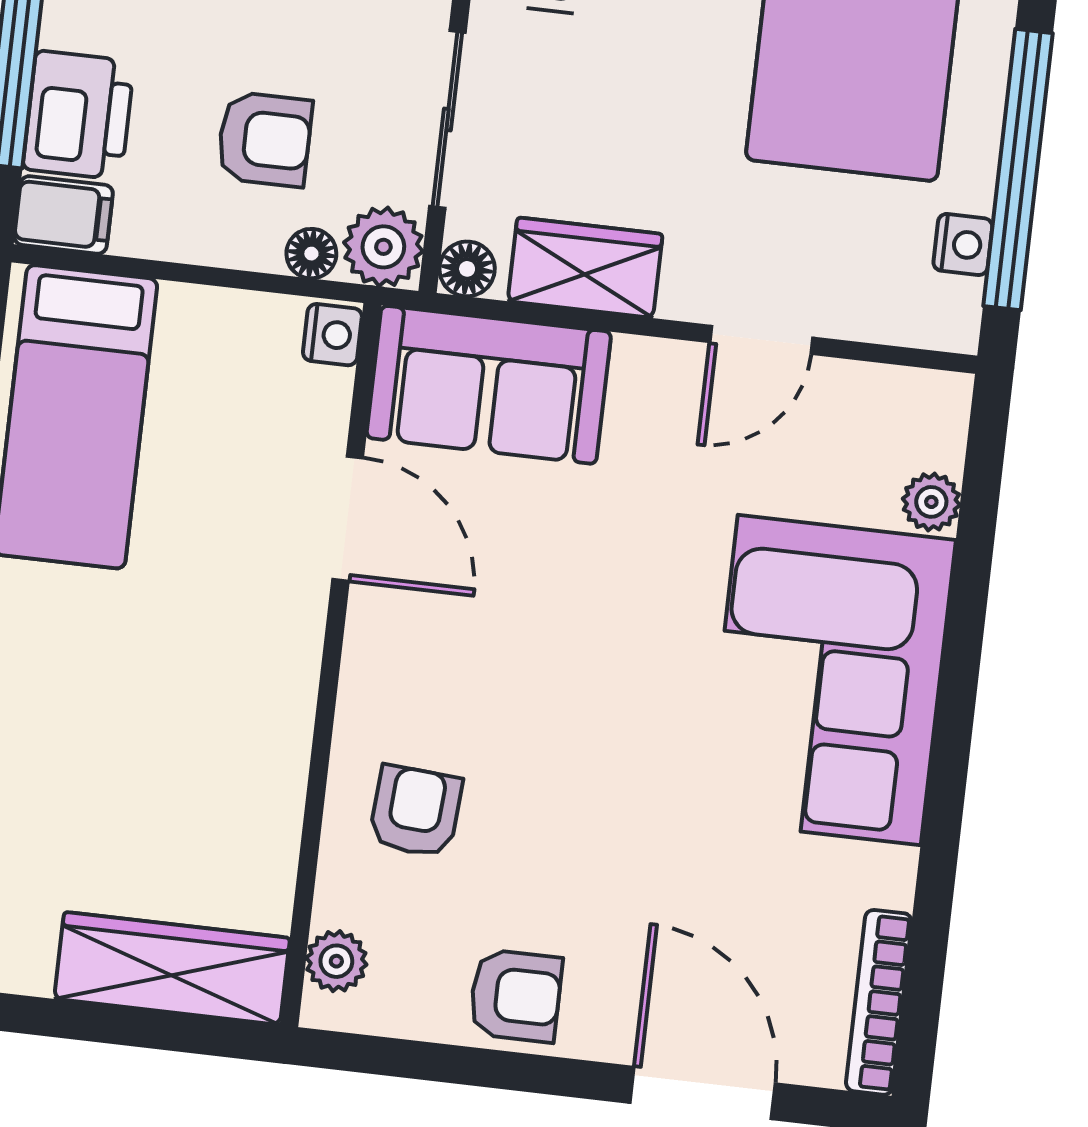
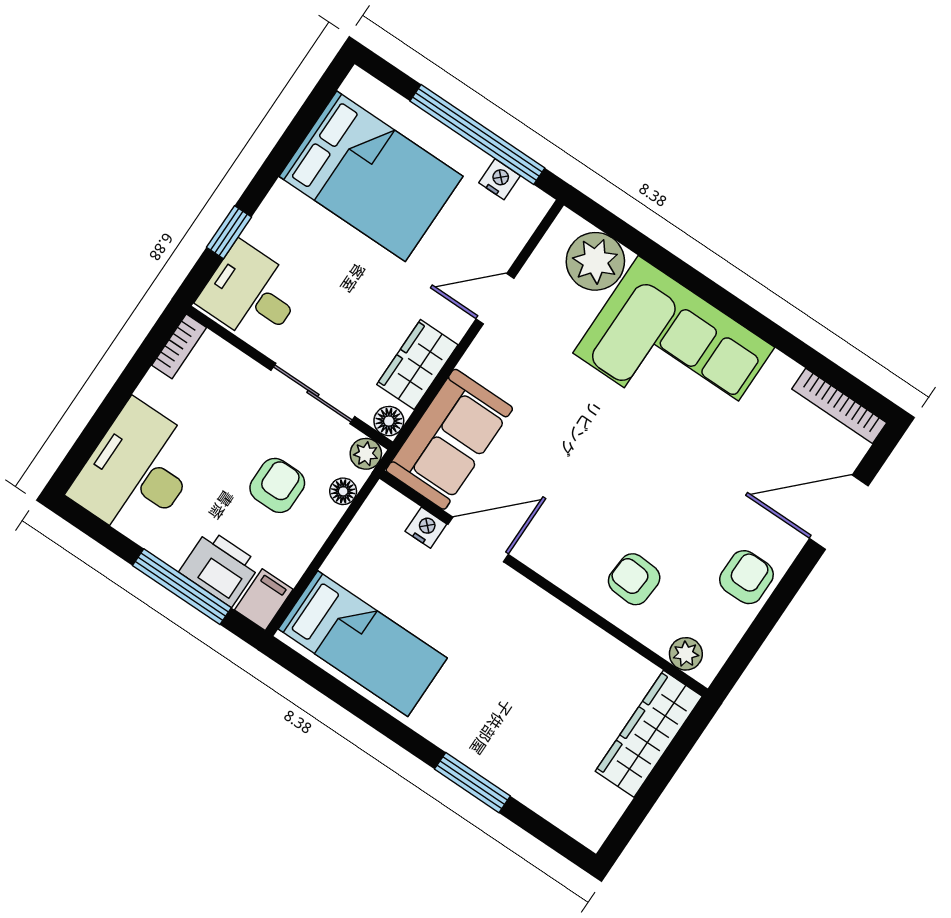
plant: (383, 247) -> (366, 454), width x0.73, depth x0.73
nightstand: (332, 335) -> (426, 528), moved
door: (761, 340) -> (495, 299), swing flipped
plant: (931, 502) -> (595, 261), width x1.87, depth x1.87

